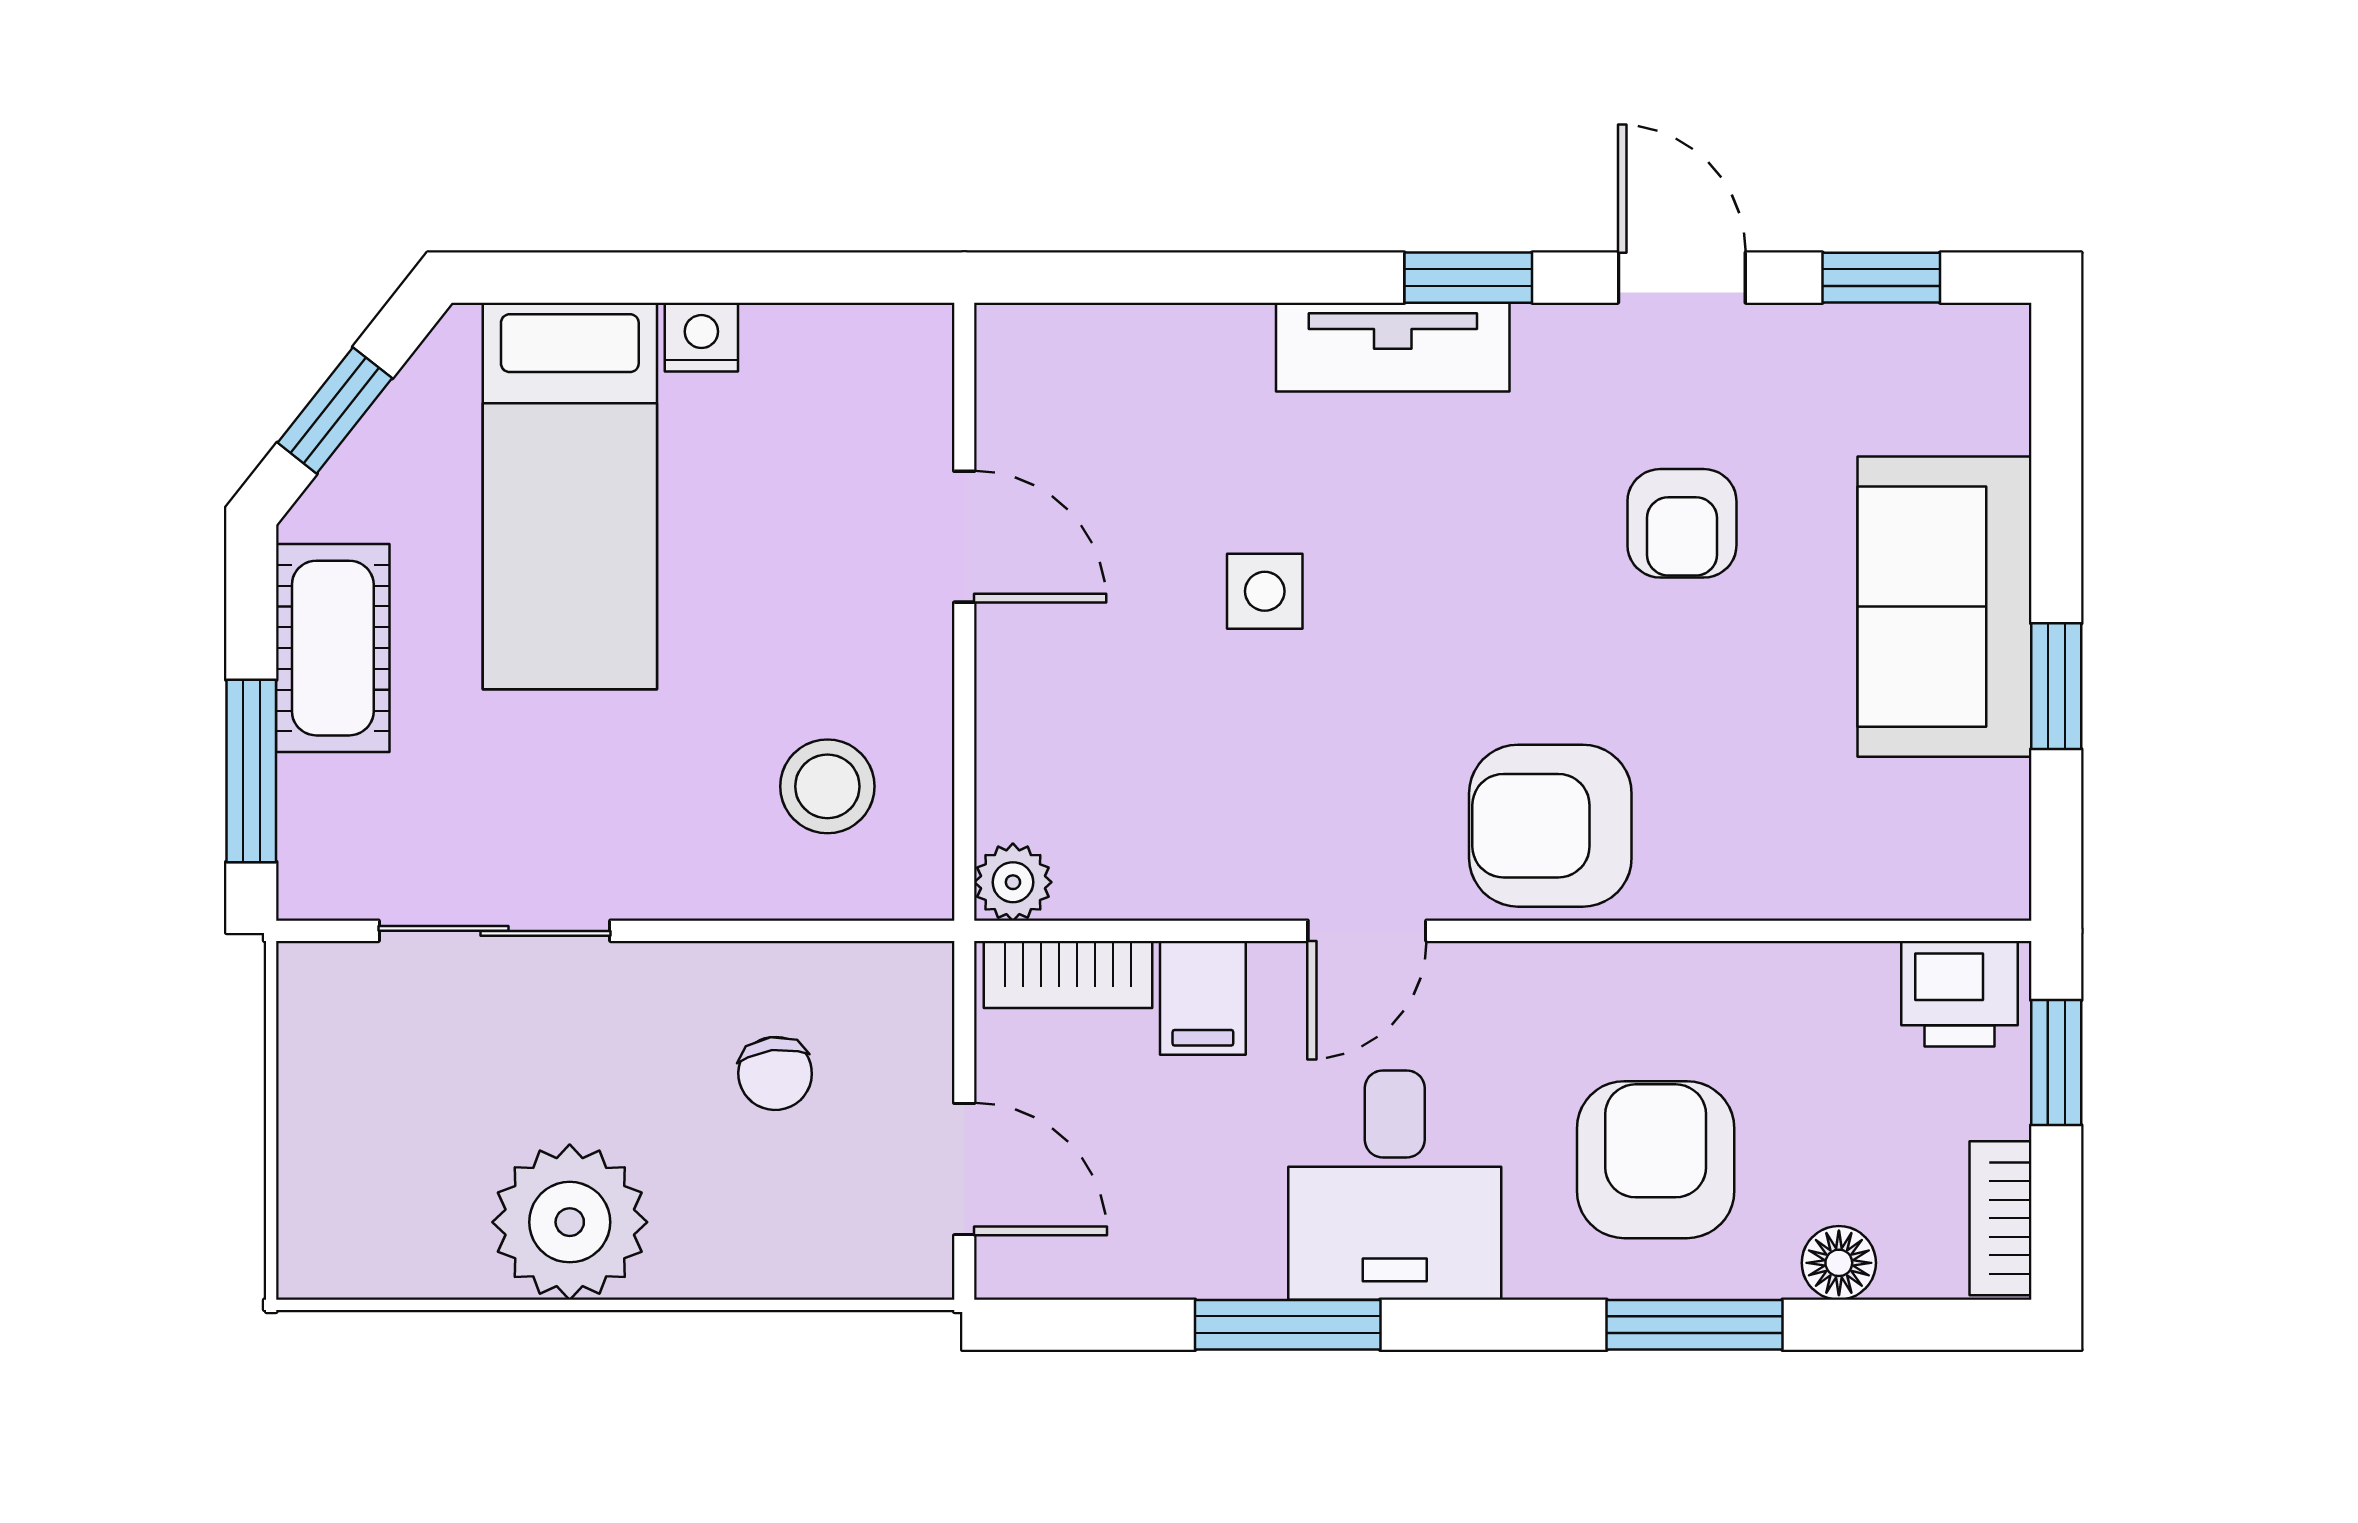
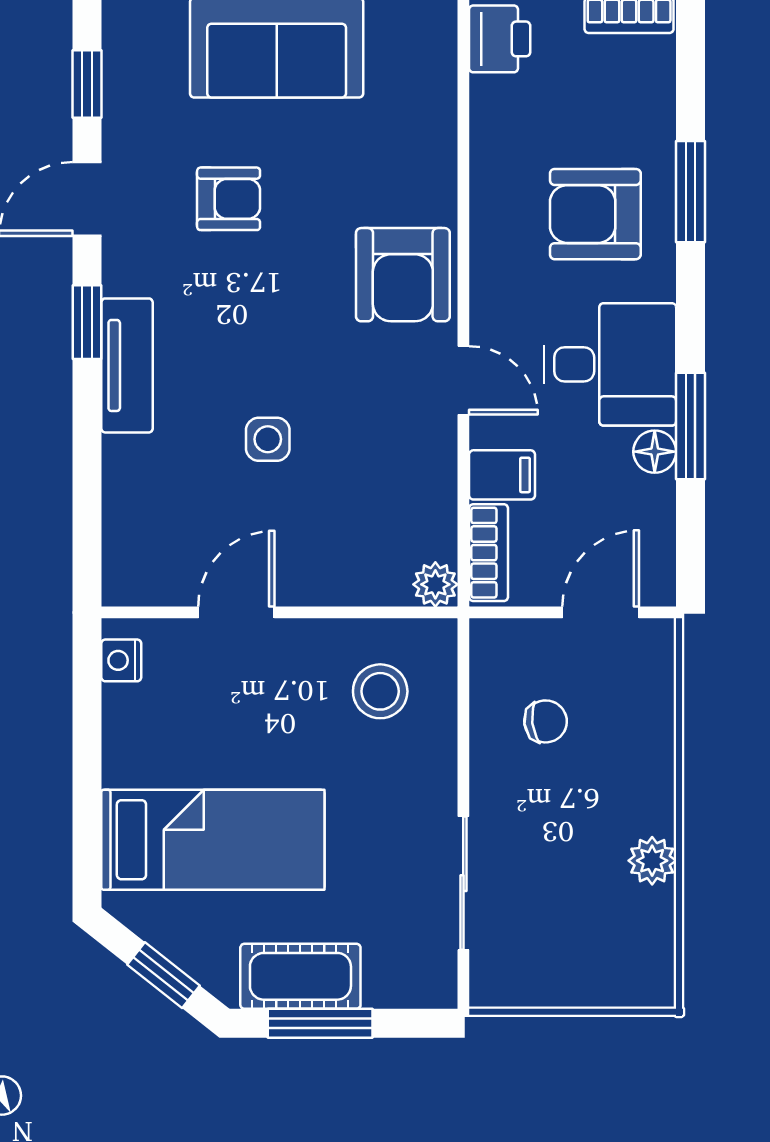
nightstand: (701, 337) -> (121, 660), moved
window: (251, 771) -> (320, 1023), moved
plant: (570, 1222) -> (652, 861), width x0.53, depth x0.53
floor lamp: (1839, 1263) -> (655, 452), moved

